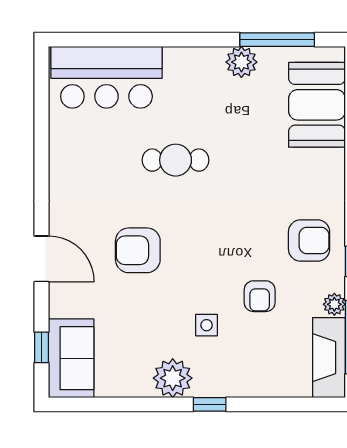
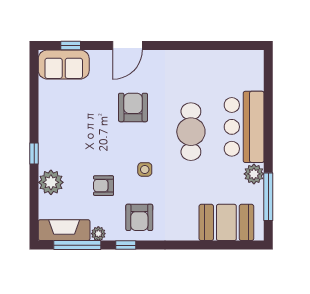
bar counter: (106, 77) -> (244, 127), moved
cafe table: (176, 160) -> (191, 132), width x1.37, depth x1.35
side table: (207, 325) -> (145, 169), moved
plant: (173, 378) -> (51, 182), moved

